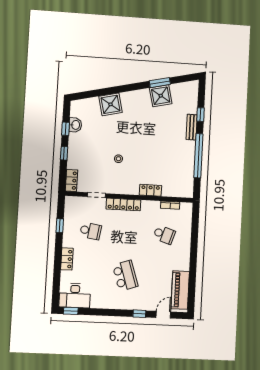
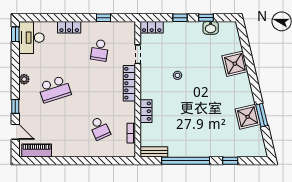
bench: (192, 127) -> (154, 152), moved
school desk: (164, 235) -> (100, 128), turned -42
piano: (180, 290) -> (37, 150), width x0.73, depth x0.75
plant: (114, 304) -> (24, 79), added

